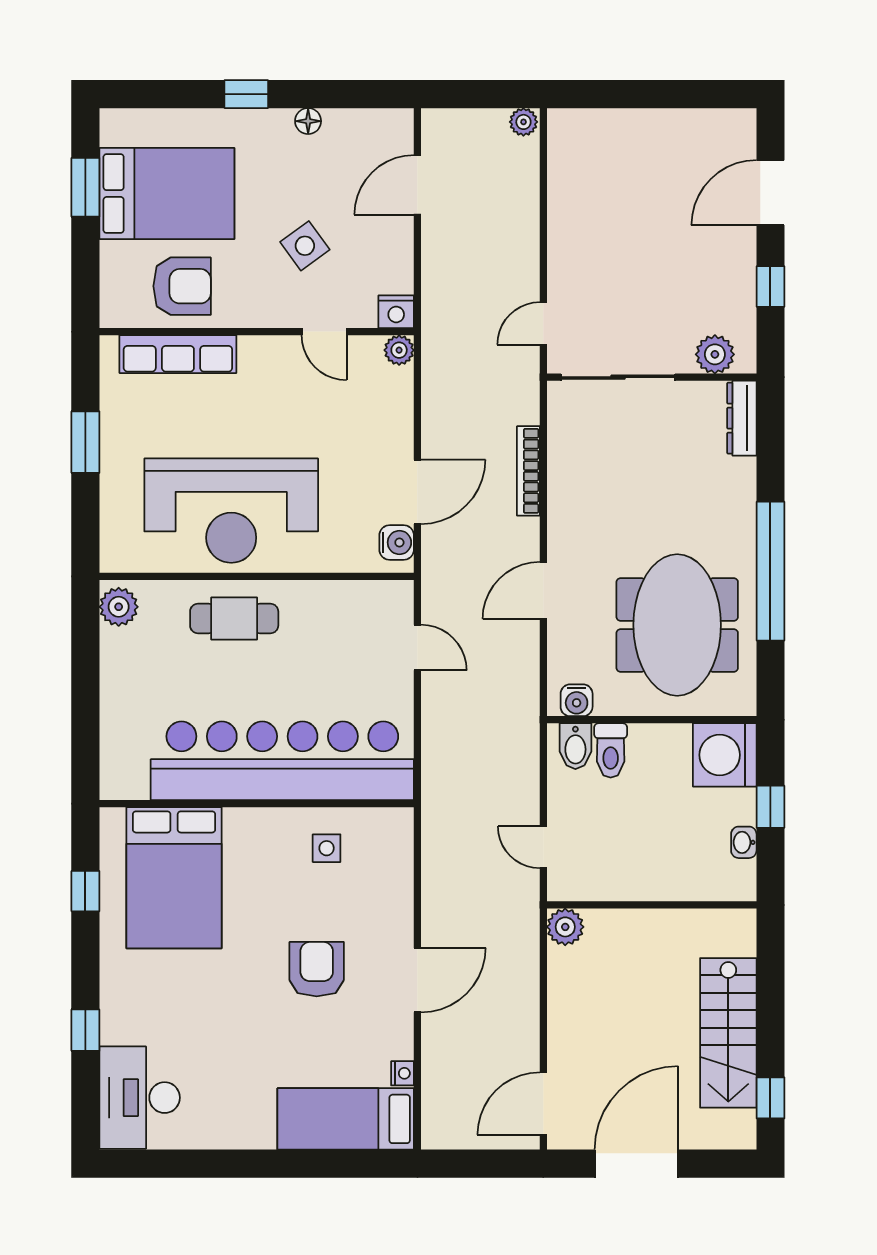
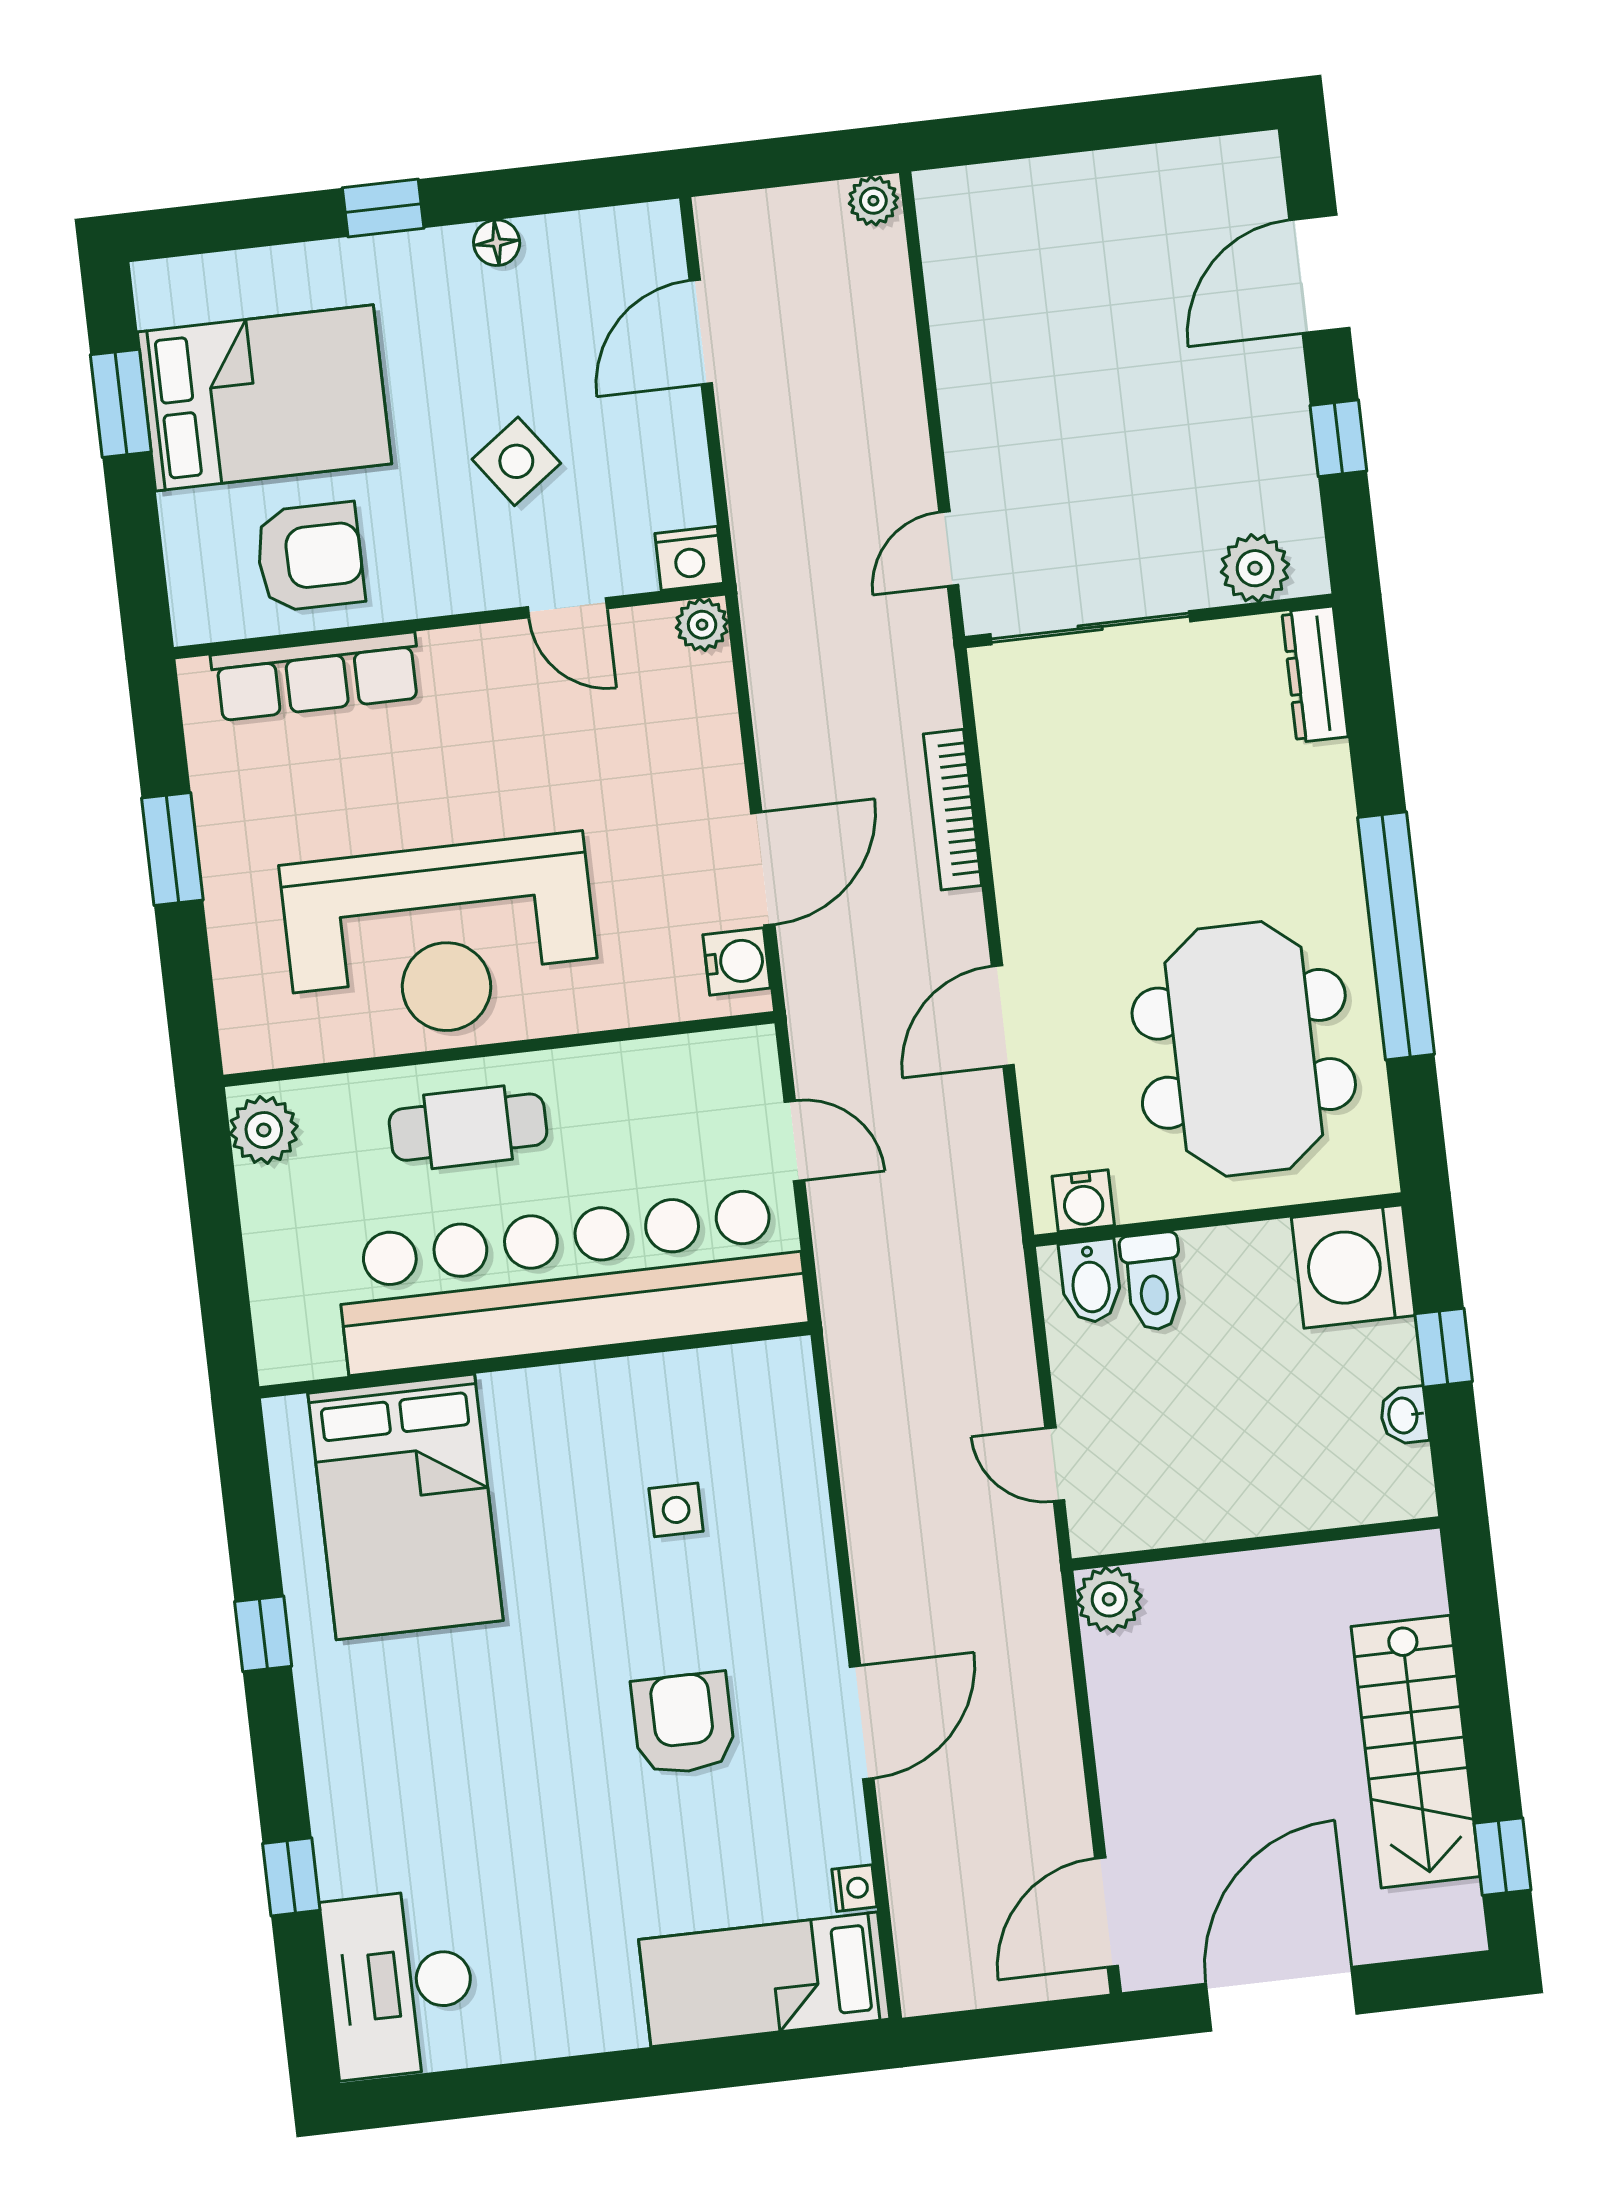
bar counter: (282, 761) -> (571, 1281), moved
wall: (257, 804) -> (535, 1361), moved
bed: (174, 878) -> (405, 1507), moved

